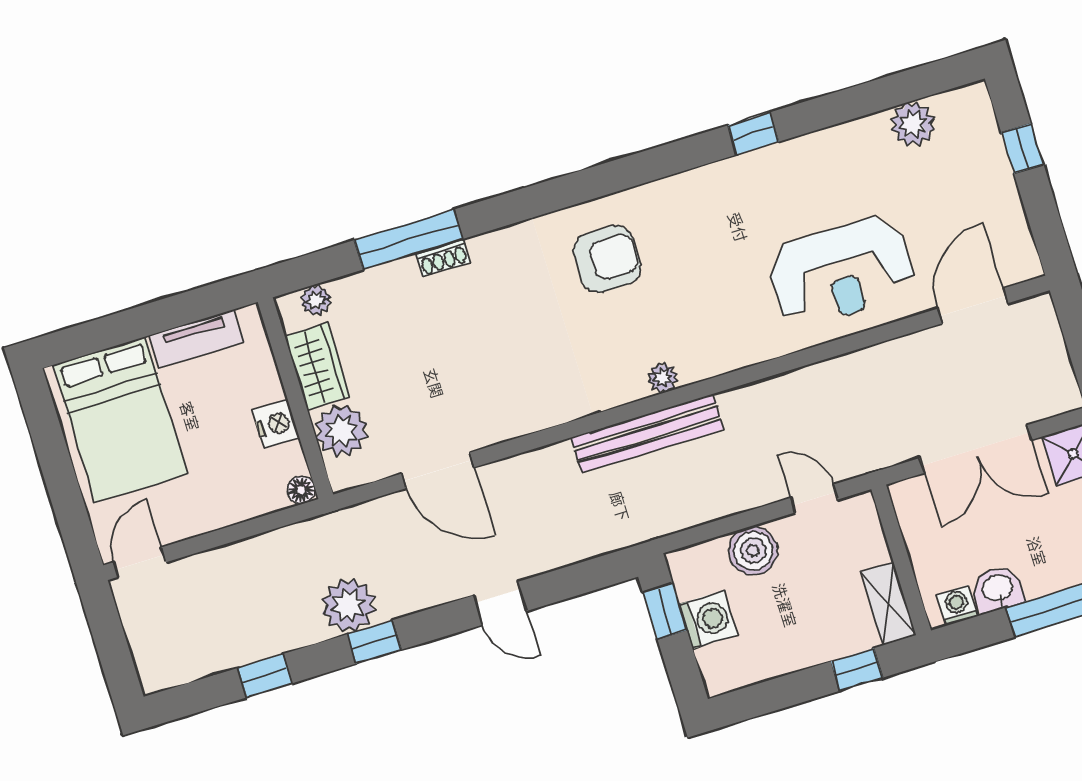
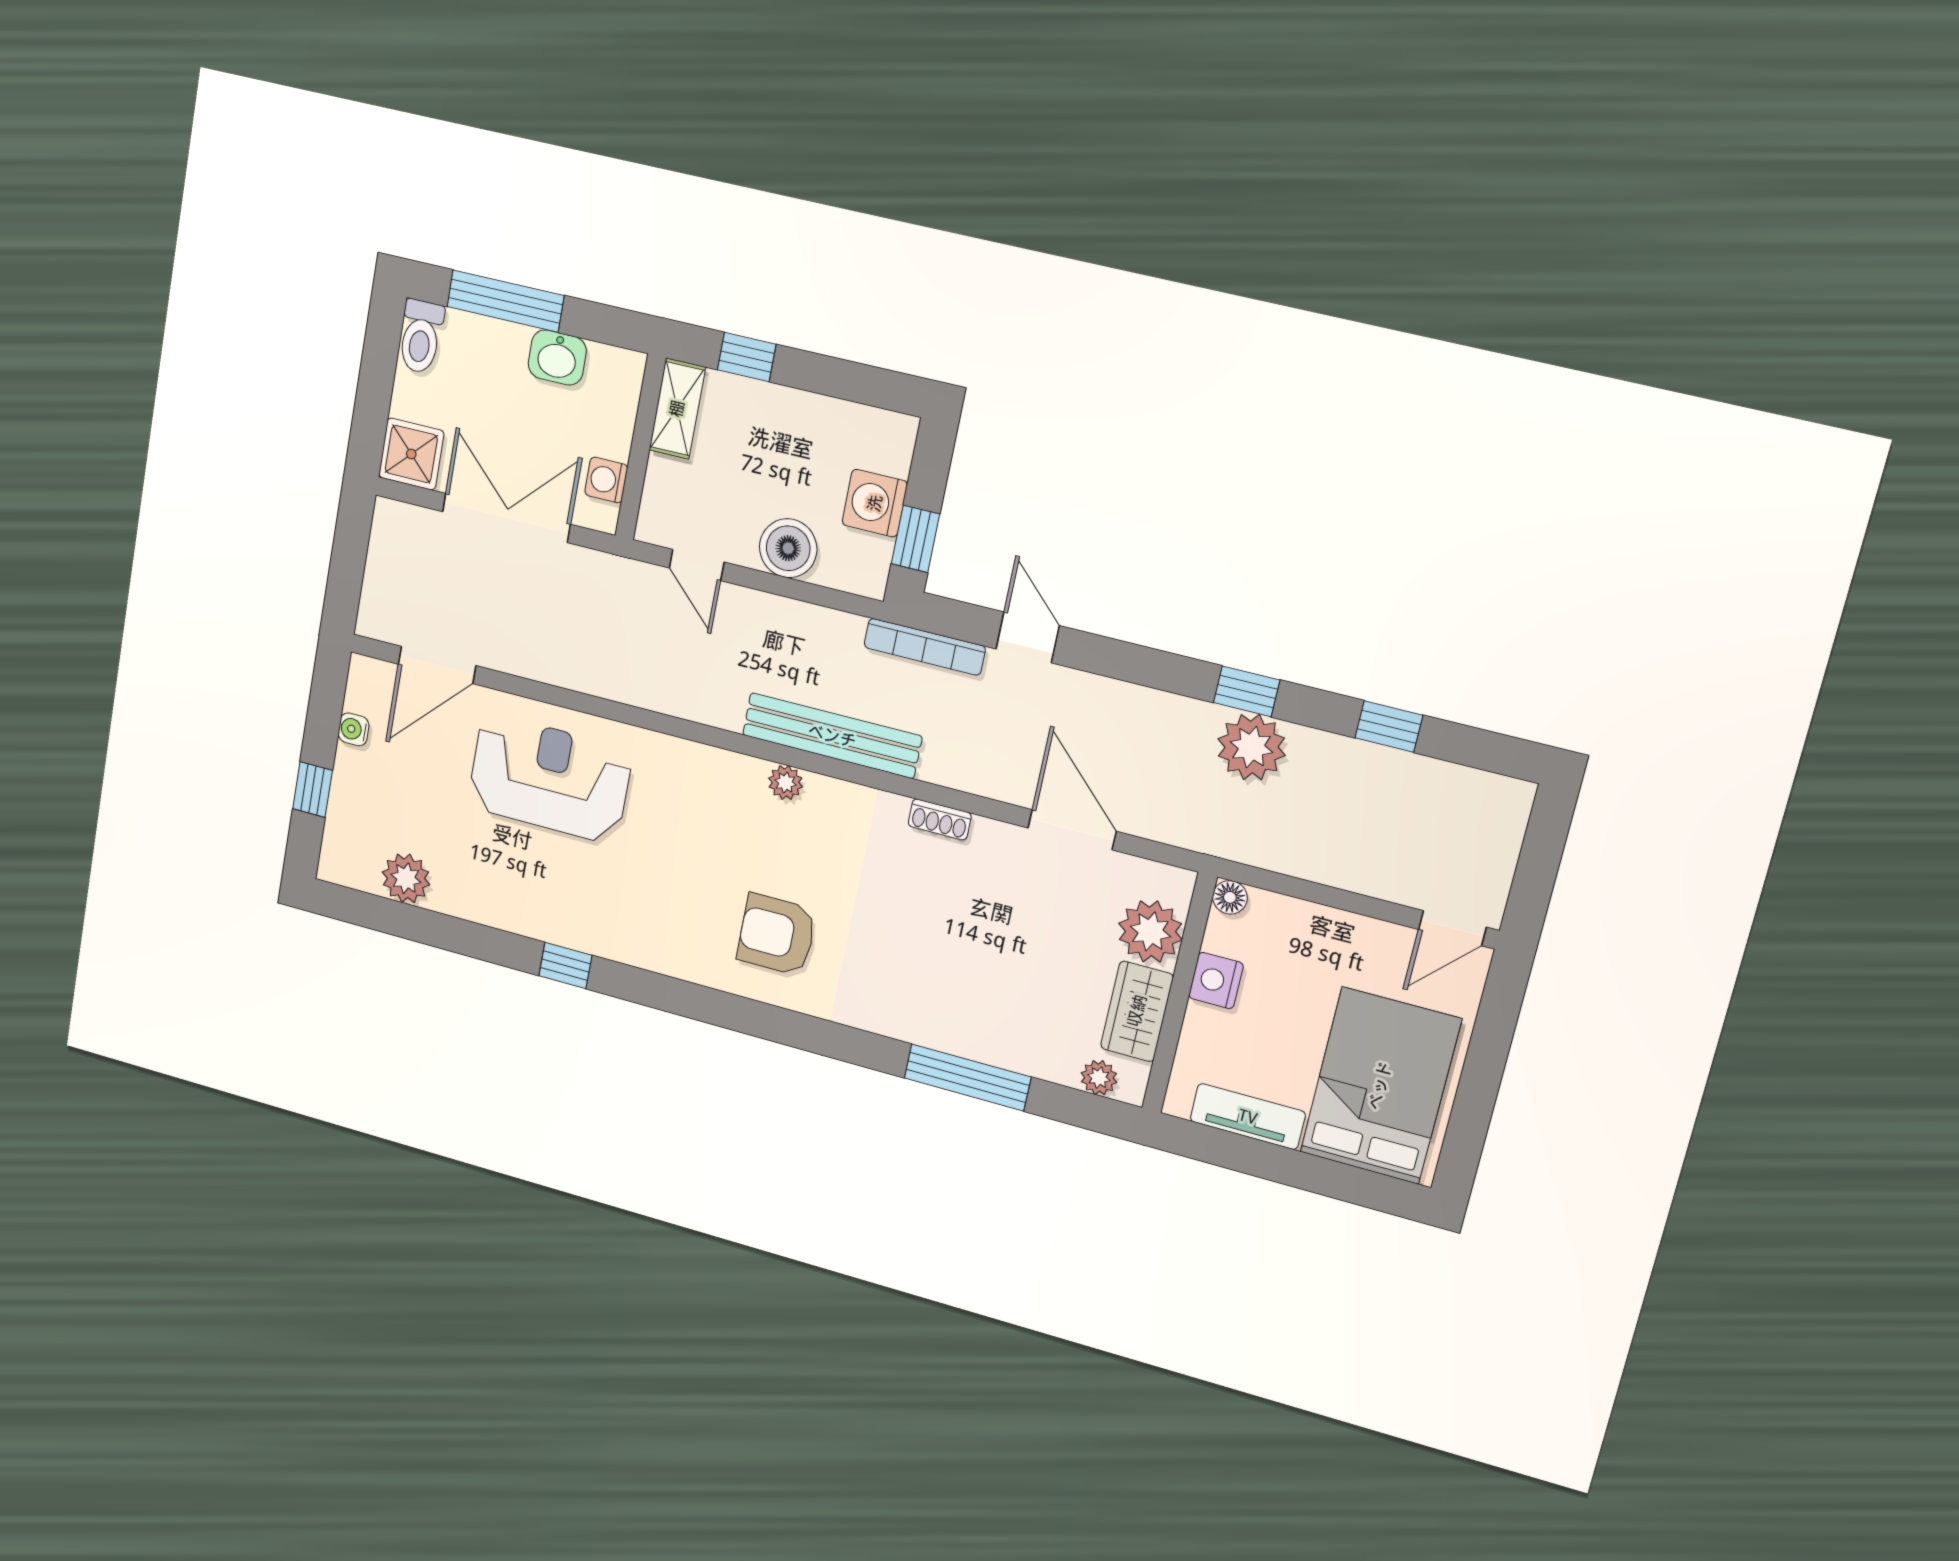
water cooler: (1013, 216) -> (354, 729), added
shoe rack: (443, 258) -> (940, 819), moved, turned 180
bookcase: (616, 538) -> (925, 647), added
door: (500, 603) -> (1028, 637), moved
washing machine: (957, 605) -> (606, 480), moved, turned 90

